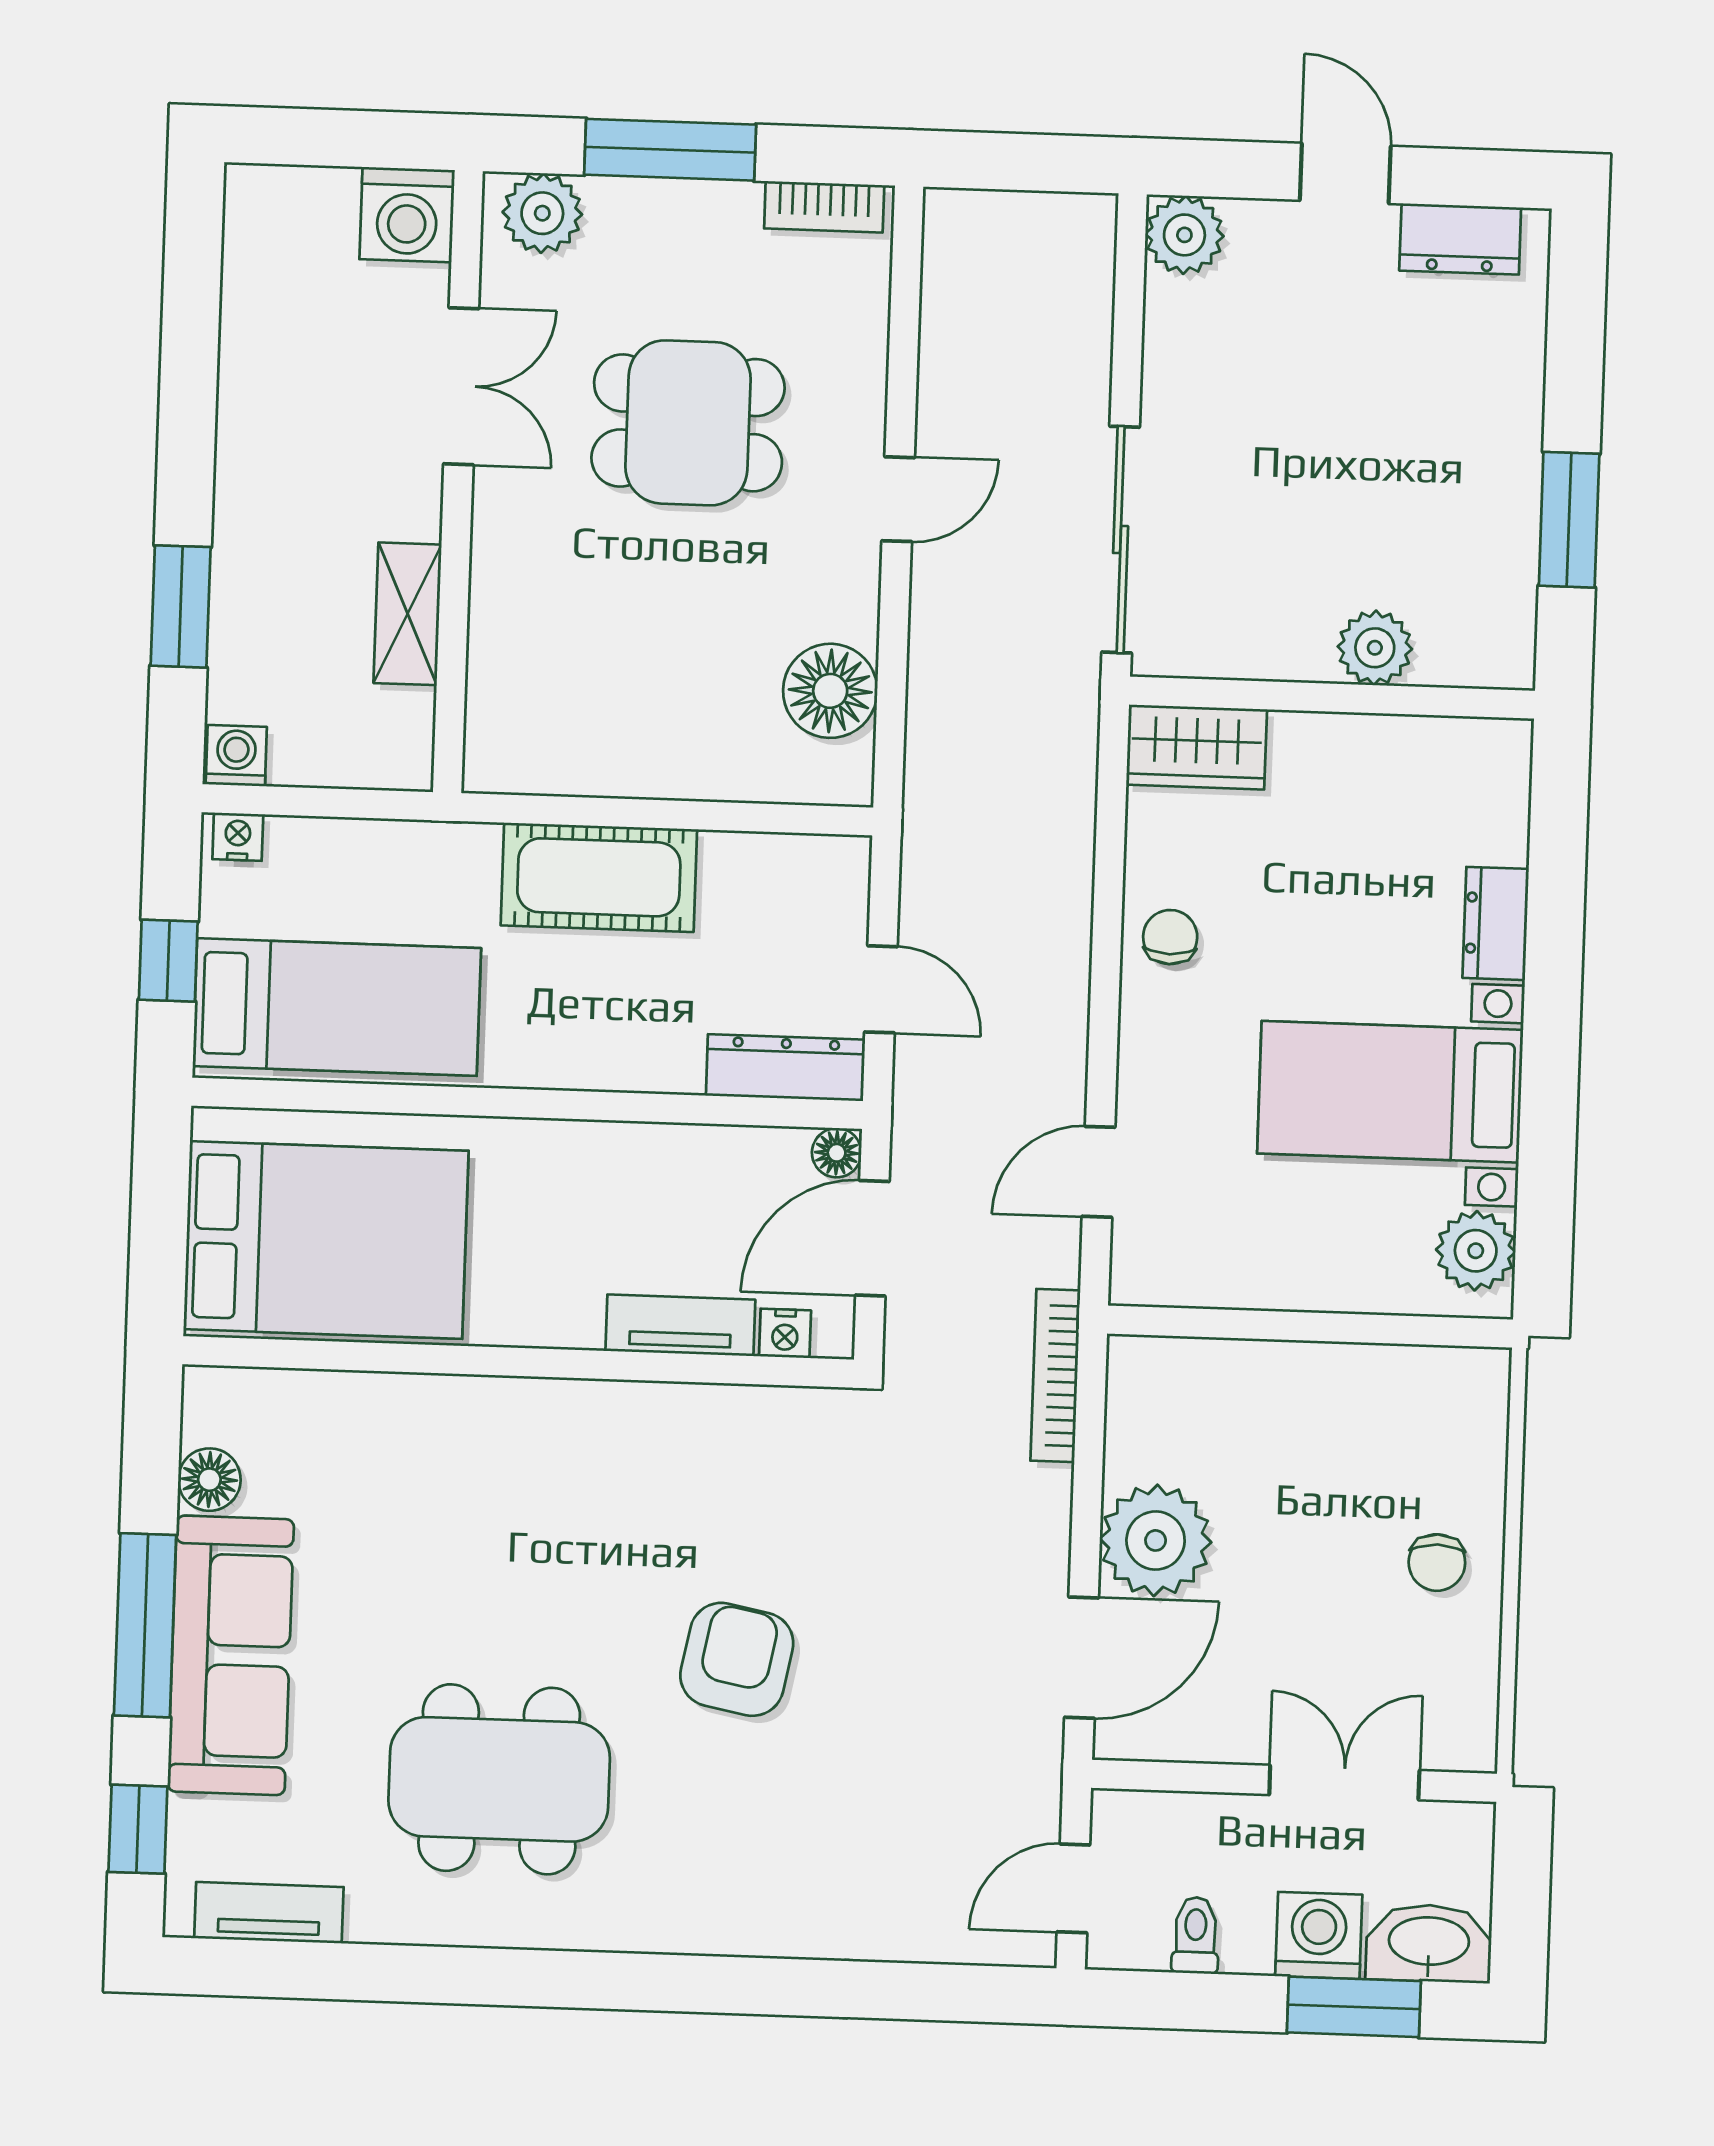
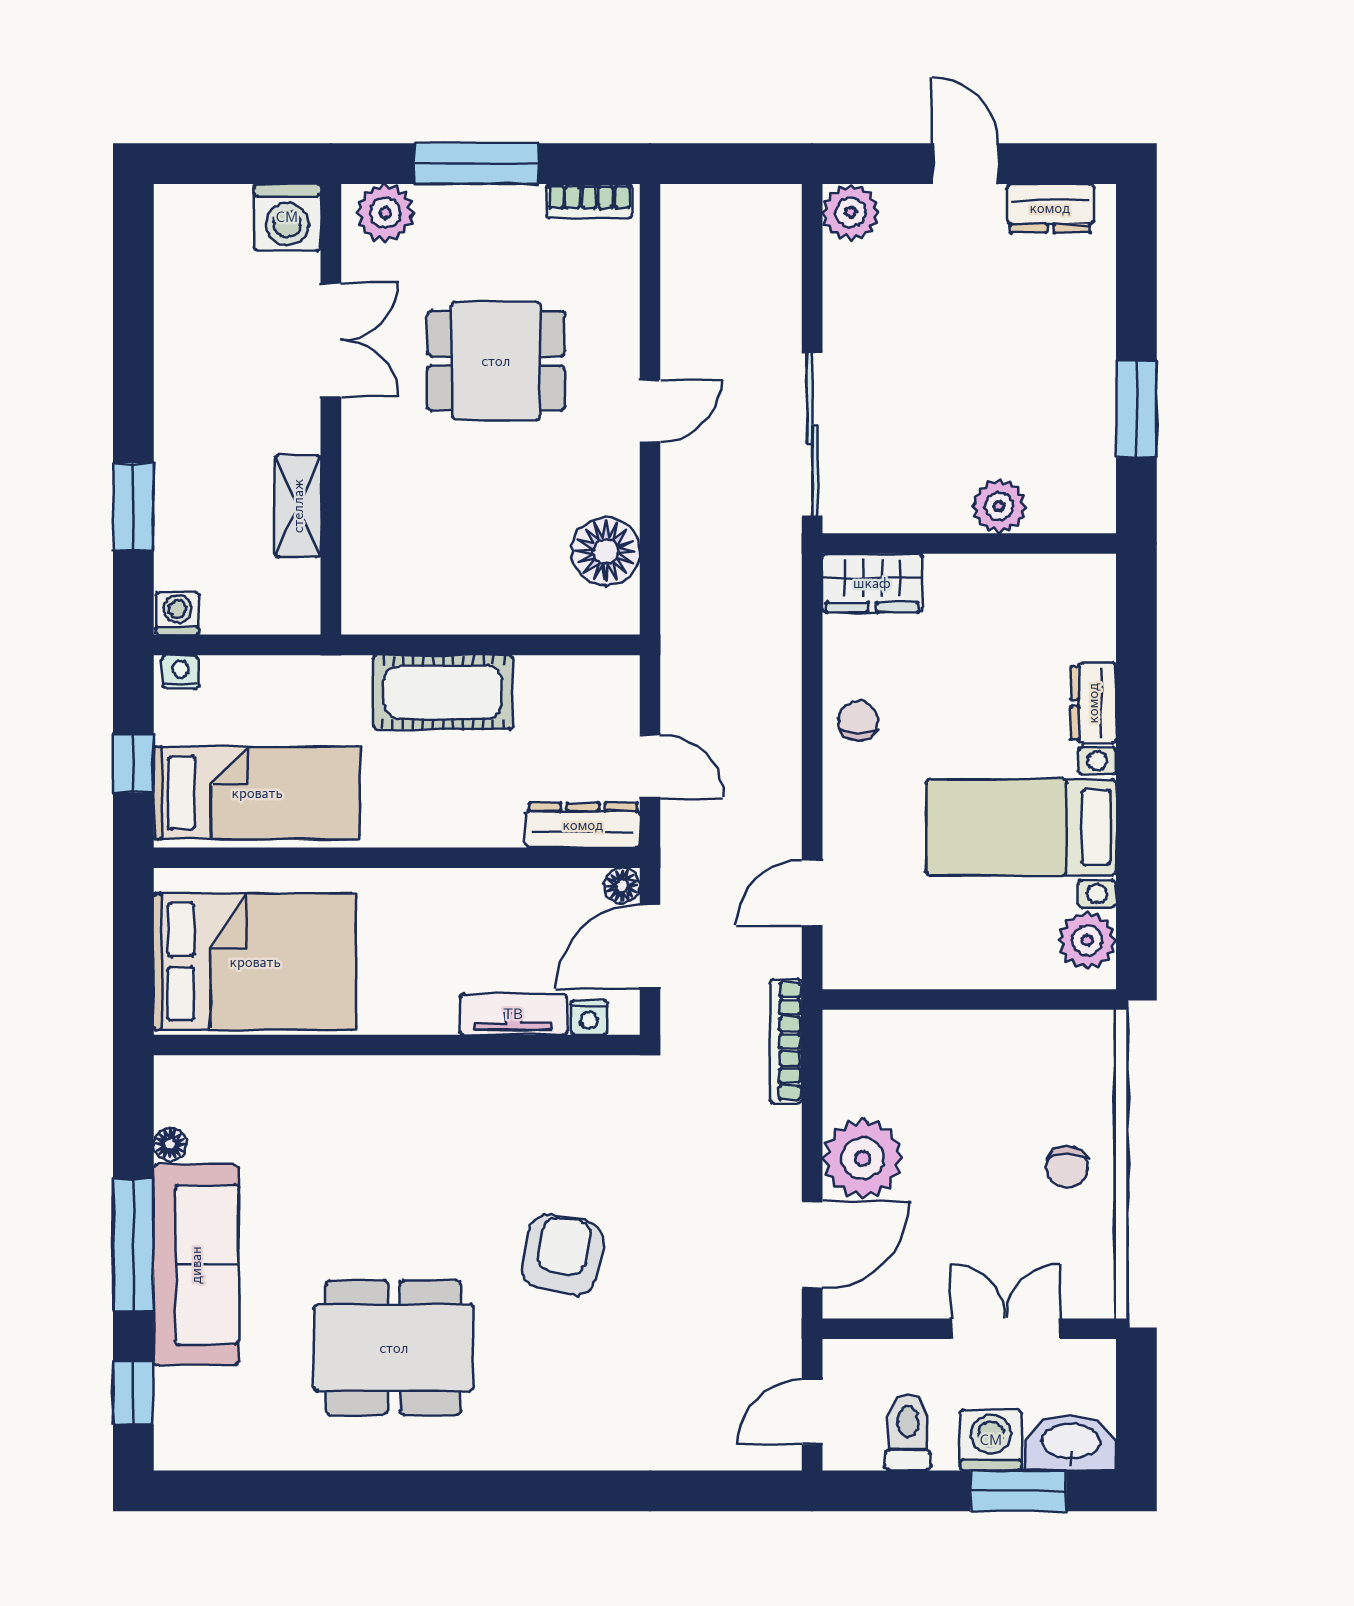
floor lamp: (209, 1480) -> (170, 1144), width x0.73, depth x0.73
tv unit: (269, 1913) -> (230, 1450), removed
toilet: (1196, 1935) -> (908, 1432), width x1.37, depth x1.39

